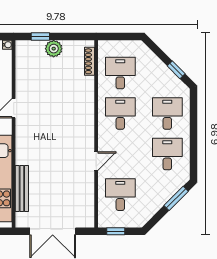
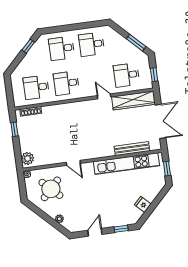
window: (40, 36) -> (14, 129), moved
plant: (54, 49) -> (28, 158), moved
window: (176, 198) -> (136, 43), moved
wardrobe: (85, 199) -> (133, 101), added

